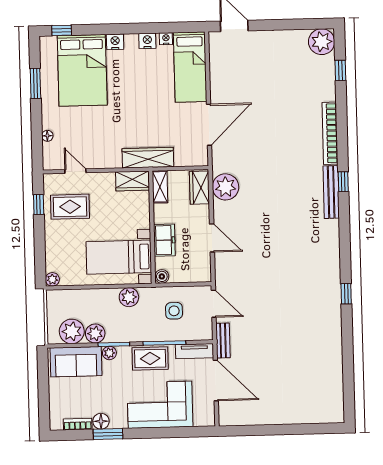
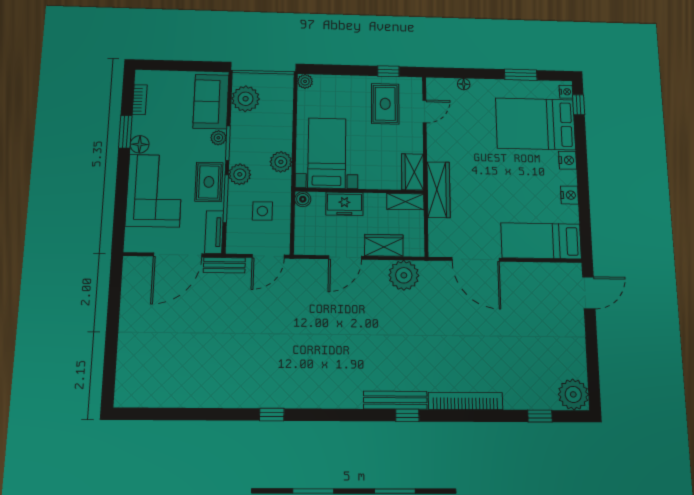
nightstand: (166, 39) -> (566, 92), moved
wardrobe: (199, 188) -> (384, 245), moved
plant: (95, 334) -> (240, 174), moved
floor lamp: (101, 421) -> (140, 144), moved

